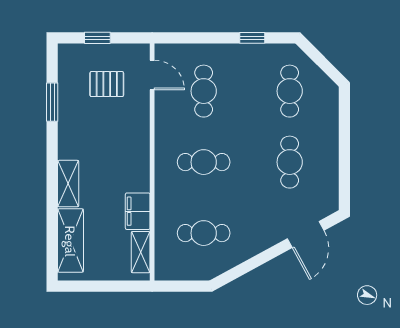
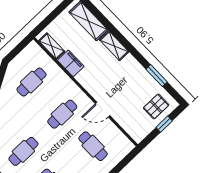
door: (152, 75) -> (103, 110), moved
pallet: (107, 84) -> (156, 106), moved
cafe table: (290, 162) -> (23, 151), turned 90

